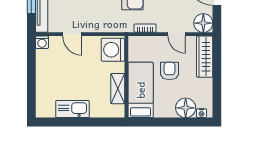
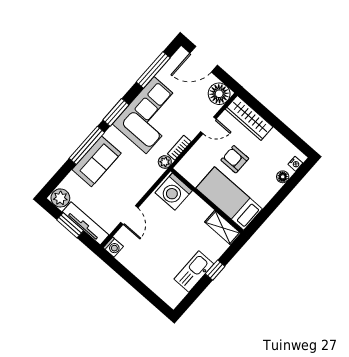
plant: (127, 27) -> (165, 162), added
door: (72, 34) -> (129, 215), hinge flipped
shelving: (118, 89) -> (223, 228), moved
floor lamp: (186, 108) -> (283, 177), width x0.53, depth x0.53
window: (86, 122) -> (215, 270), added

